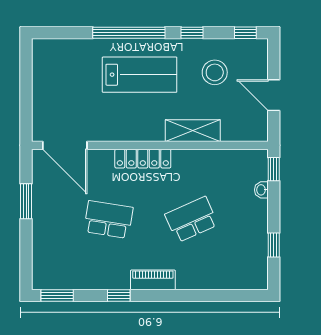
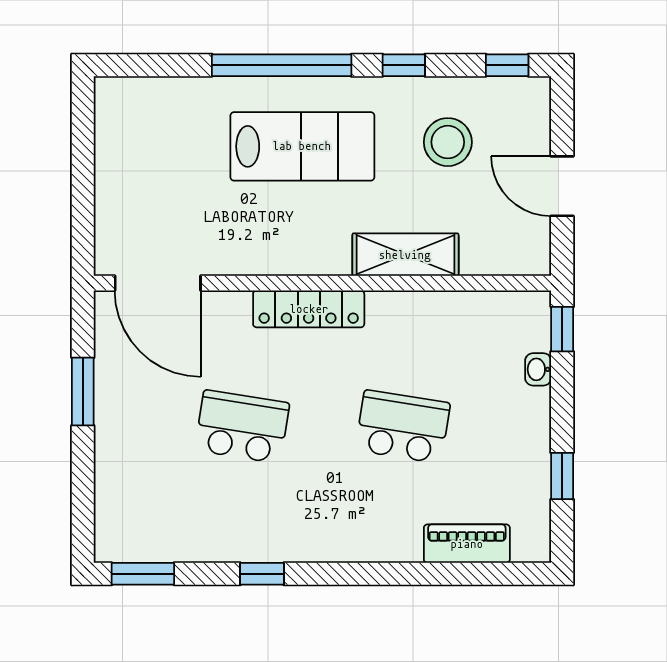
school desk: (191, 219) -> (403, 427), turned 33
piano: (153, 280) -> (467, 544), moved

